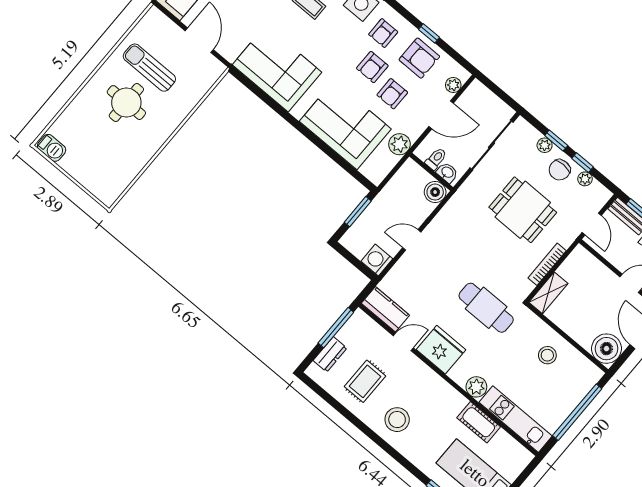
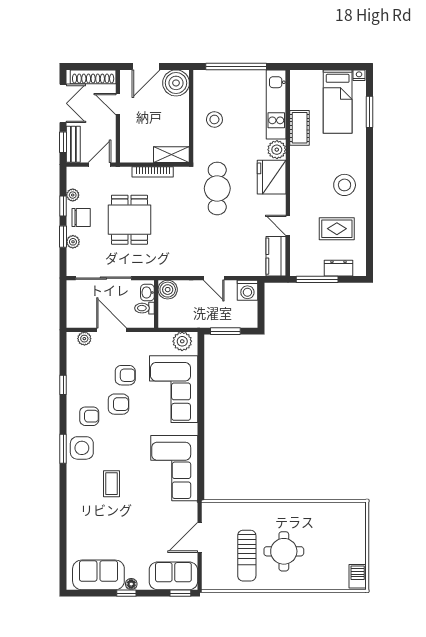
armchair: (419, 58) -> (85, 377), removed
plant: (399, 144) -> (182, 341), moved
fridge: (441, 350) -> (272, 177), moved

